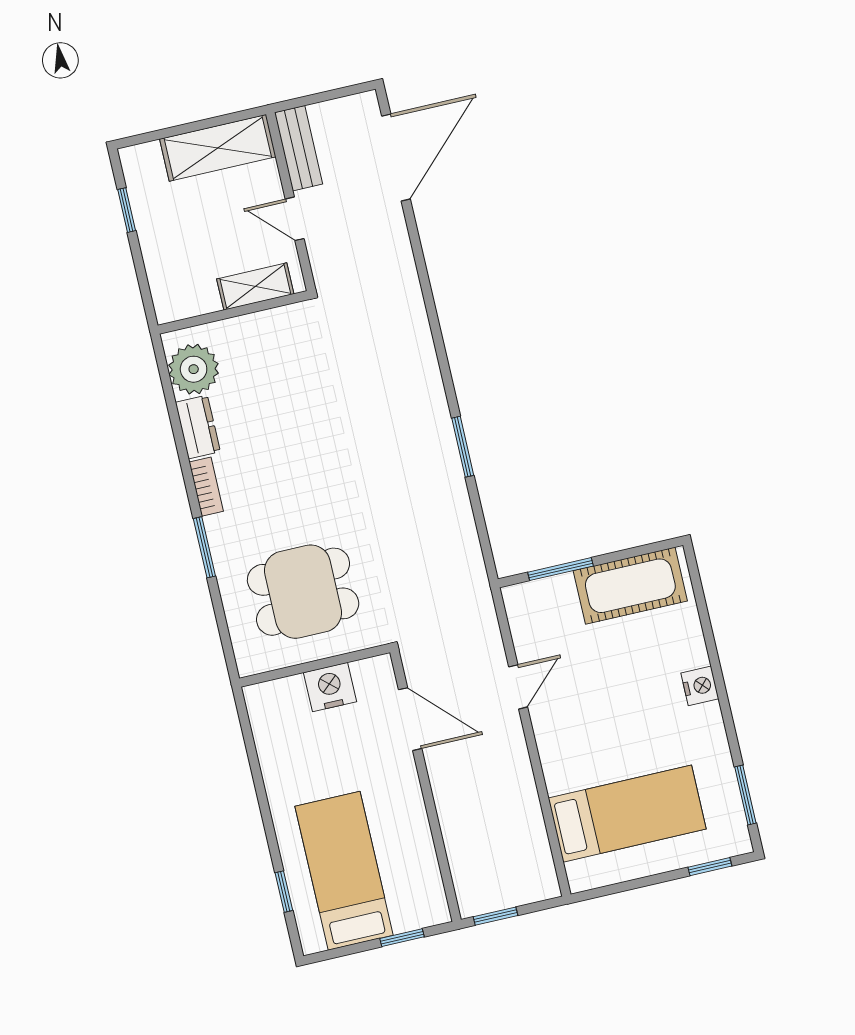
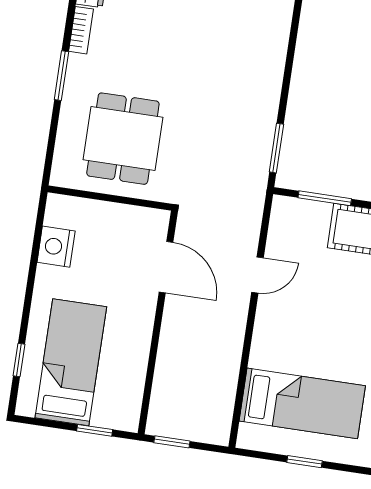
window: (463, 447) -> (276, 148), moved
dining table: (303, 592) -> (123, 139), turned 90
nightstand: (330, 687) -> (56, 247), moved, turned -90
window: (710, 867) -> (305, 462), moved

